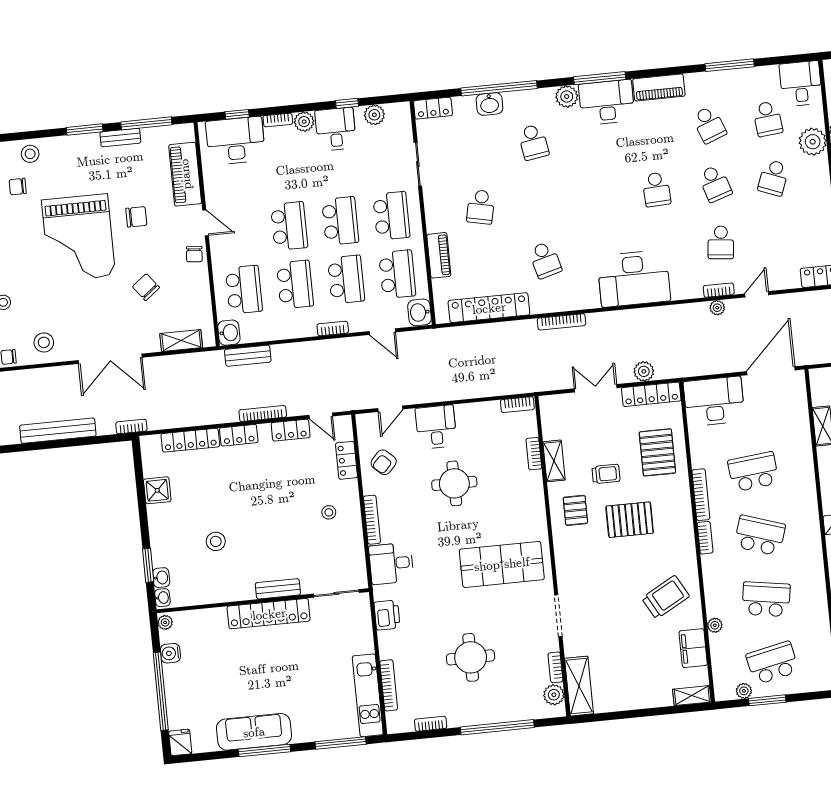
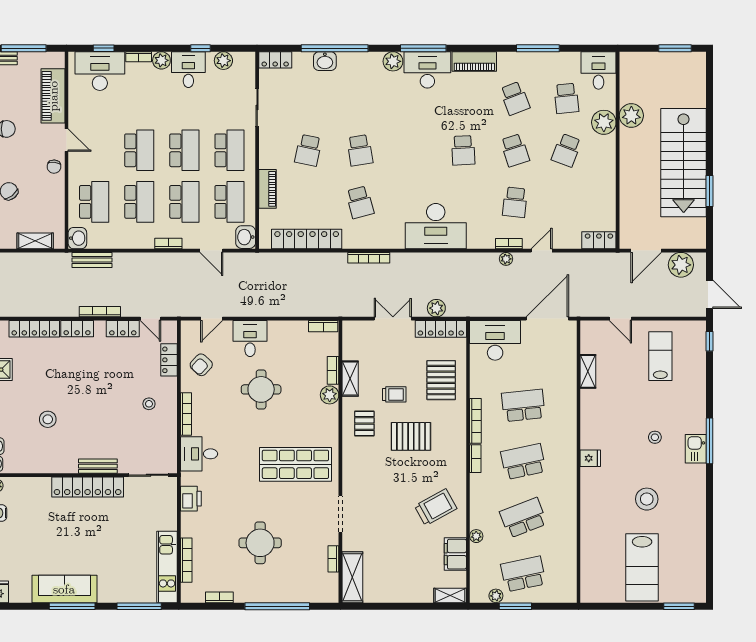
school desk: (533, 142) -> (360, 150), moved
school desk: (760, 536) -> (523, 462), turned -30
school desk: (766, 599) -> (523, 518), turned -30
plant: (554, 695) -> (330, 395), moved

